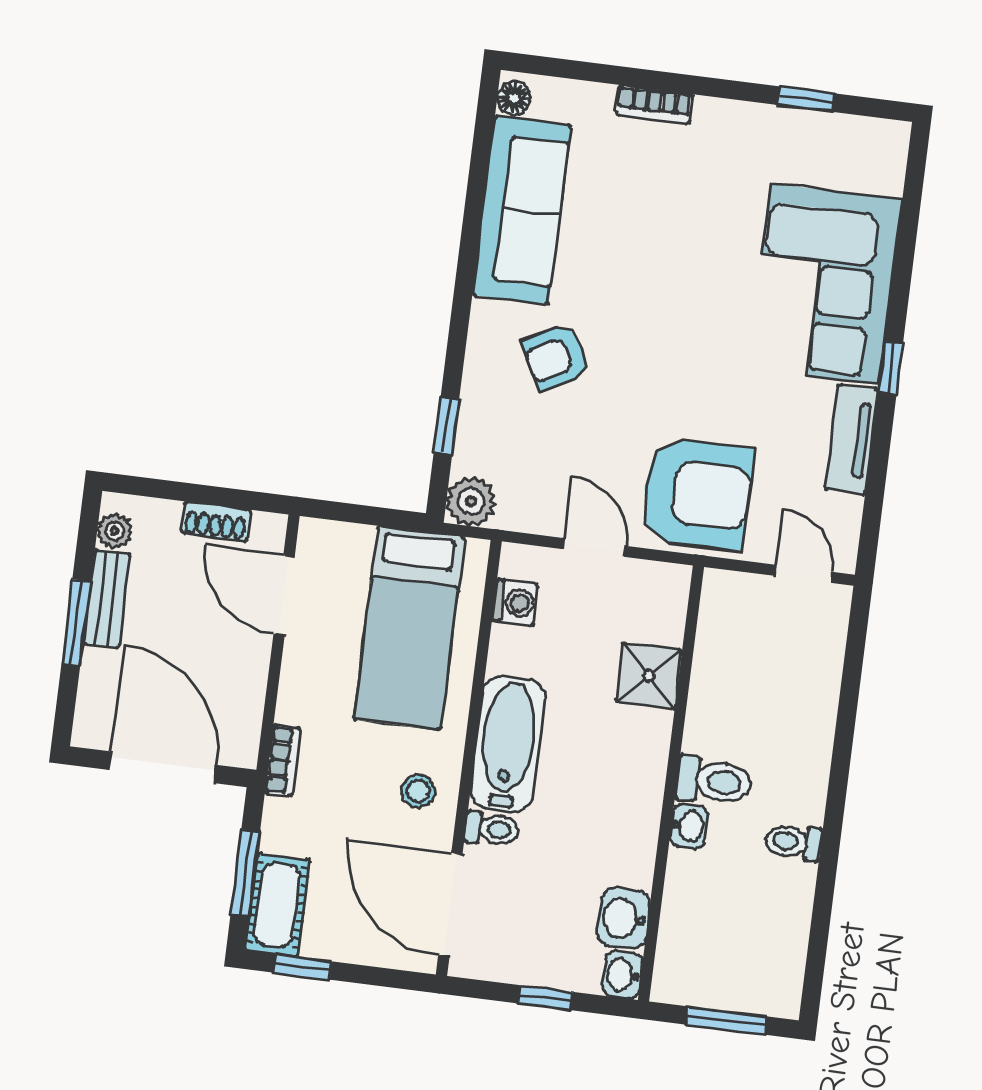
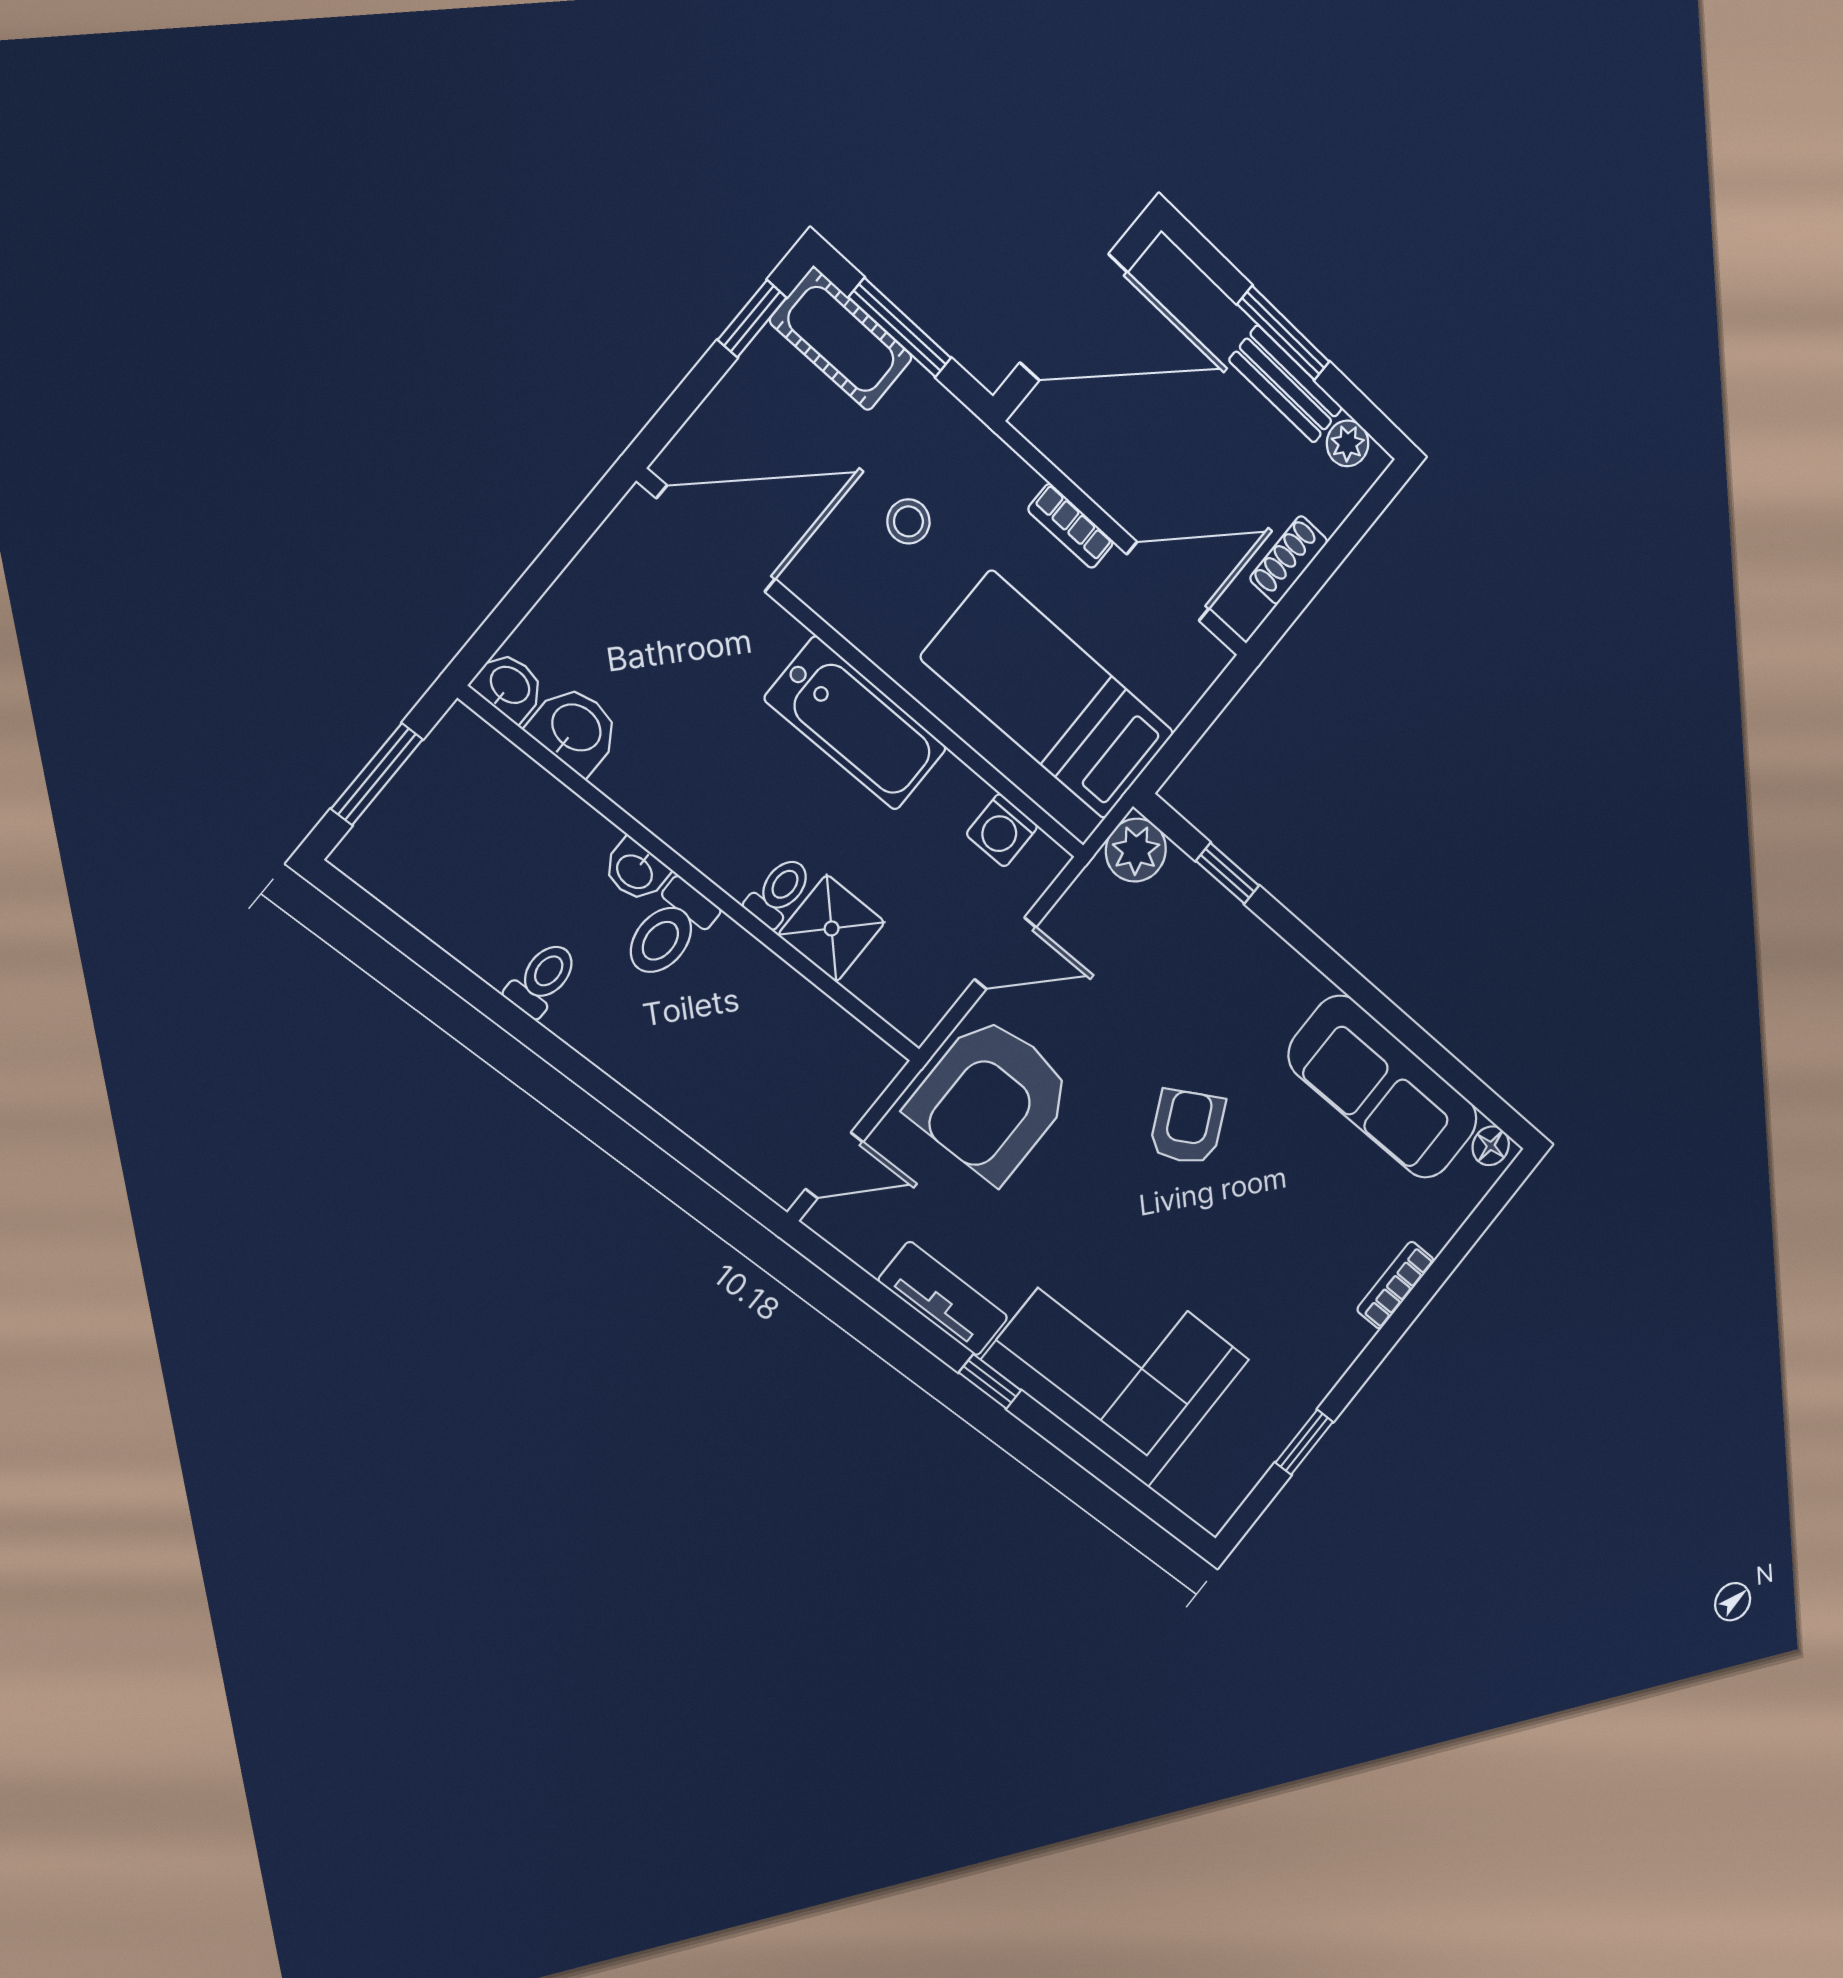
armchair: (556, 358) -> (1187, 1127), moved
bookcase: (283, 760) -> (1071, 526), moved
stool: (418, 791) -> (908, 521), moved
toilet: (492, 829) -> (779, 892), moved, turned 180
window: (545, 998) -> (538, 578), removed

